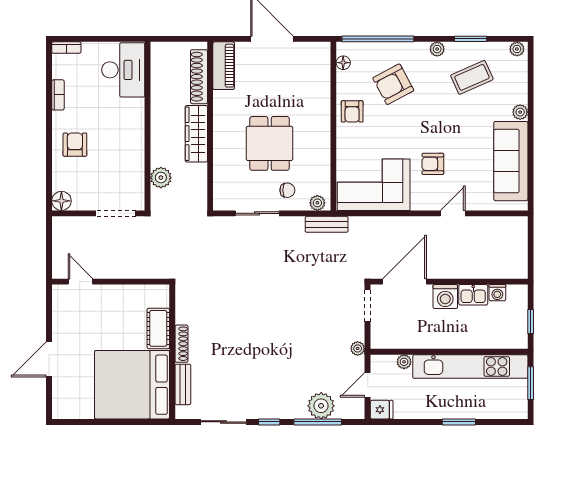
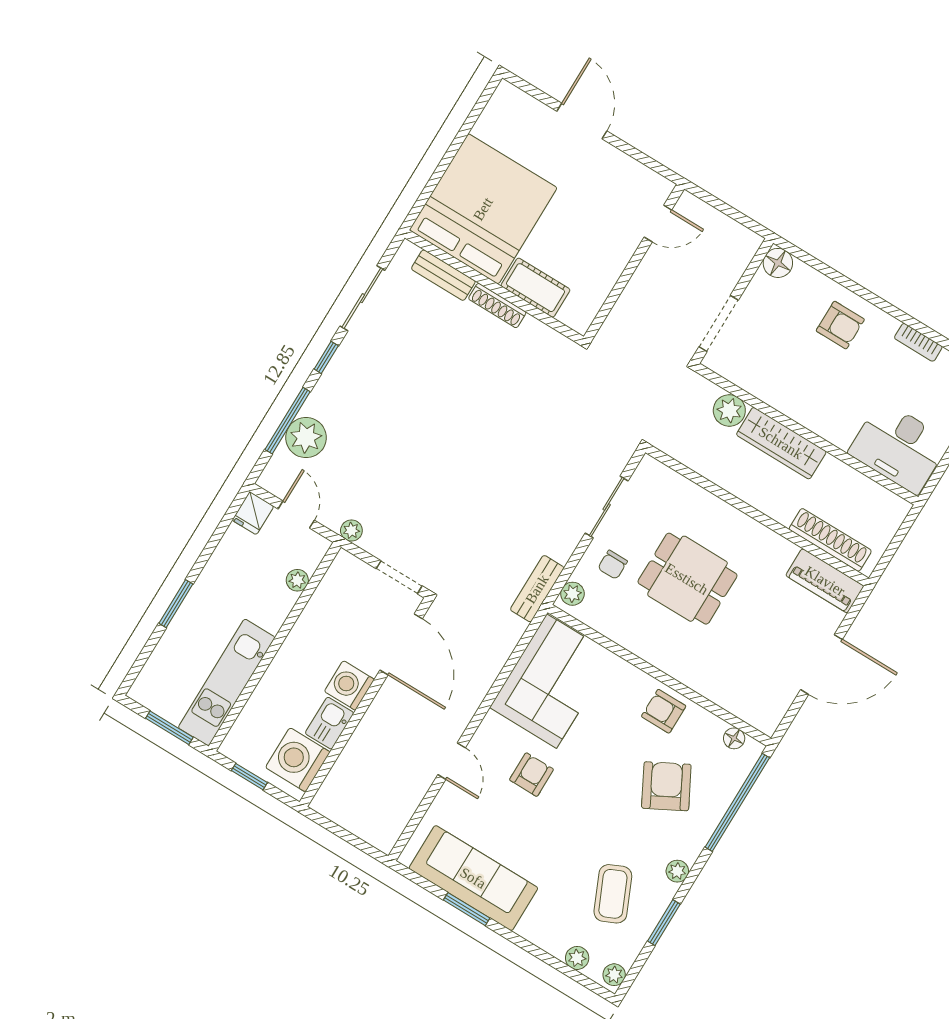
plant: (520, 112) -> (577, 958), moved
wardrobe: (196, 134) -> (781, 443), moved, turned 180
window: (531, 154) -> (467, 909), added
washing machine: (497, 293) -> (298, 760), width x1.89, depth x1.89
kitchen unit: (470, 366) -> (227, 682), width x0.73

